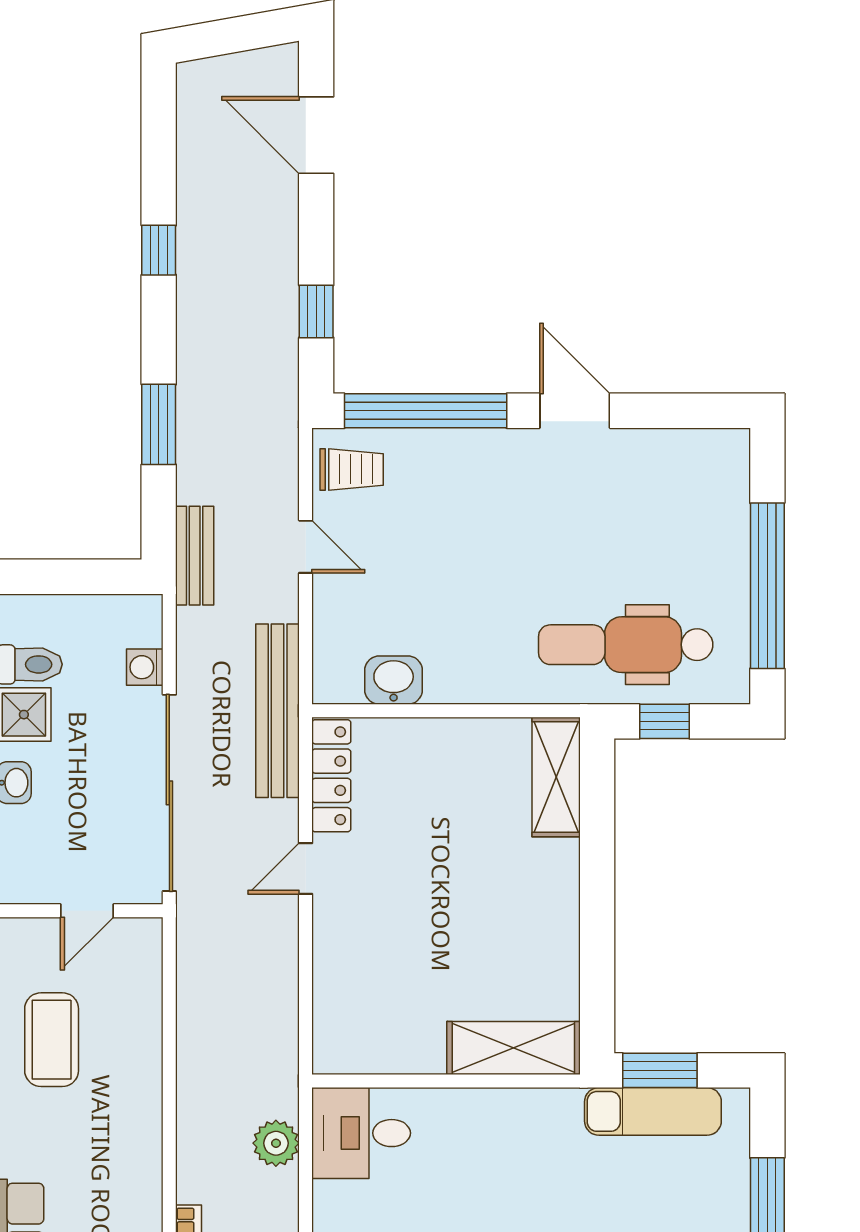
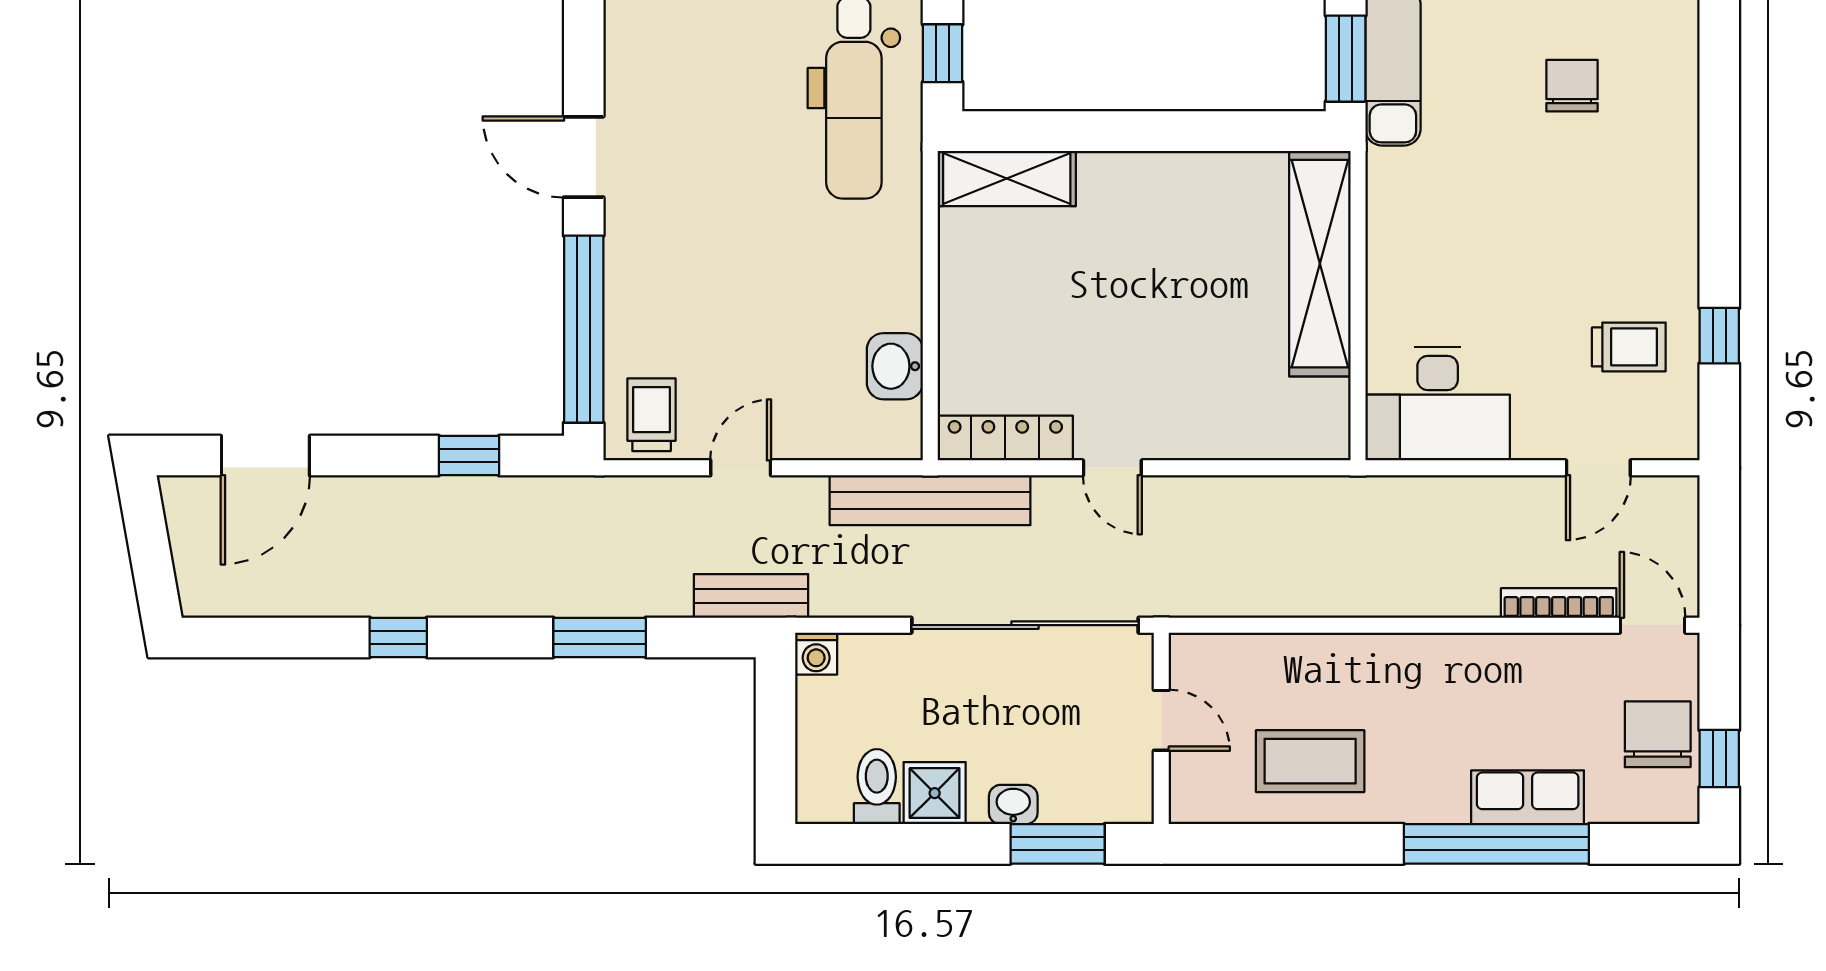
door: (575, 411) -> (584, 157), hinge flipped
washing machine: (145, 667) -> (816, 654), moved
shelving: (513, 1048) -> (1320, 264), width x1.47
desk: (361, 1133) -> (1438, 404), width x1.37
plant: (276, 1143) -> (1430, 502), removed

